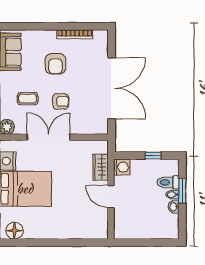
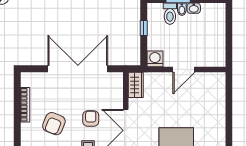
armchair: (55, 64) -> (54, 124), turned 112
wardrobe: (101, 167) -> (136, 85), moved, turned -90

